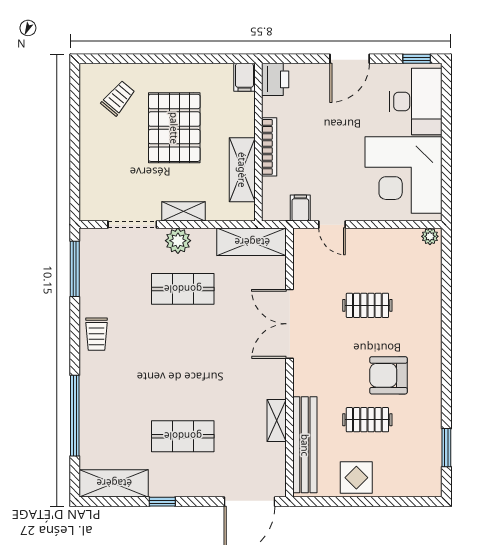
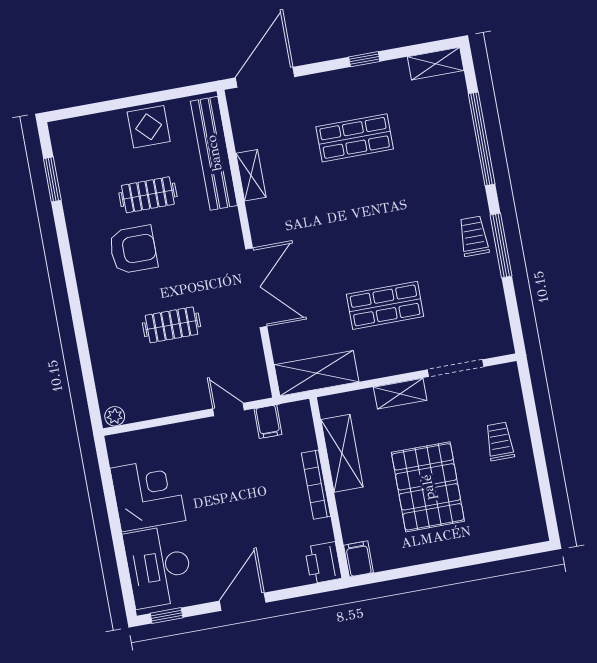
trolley: (118, 98) -> (500, 441), moved, turned 140
corner desk: (404, 175) -> (148, 494), width x0.74, depth x0.74
plant: (178, 241) -> (400, 359), removed
window: (75, 269) -> (501, 246), moved
shelving: (114, 483) -> (436, 64), width x0.67, depth x0.75

